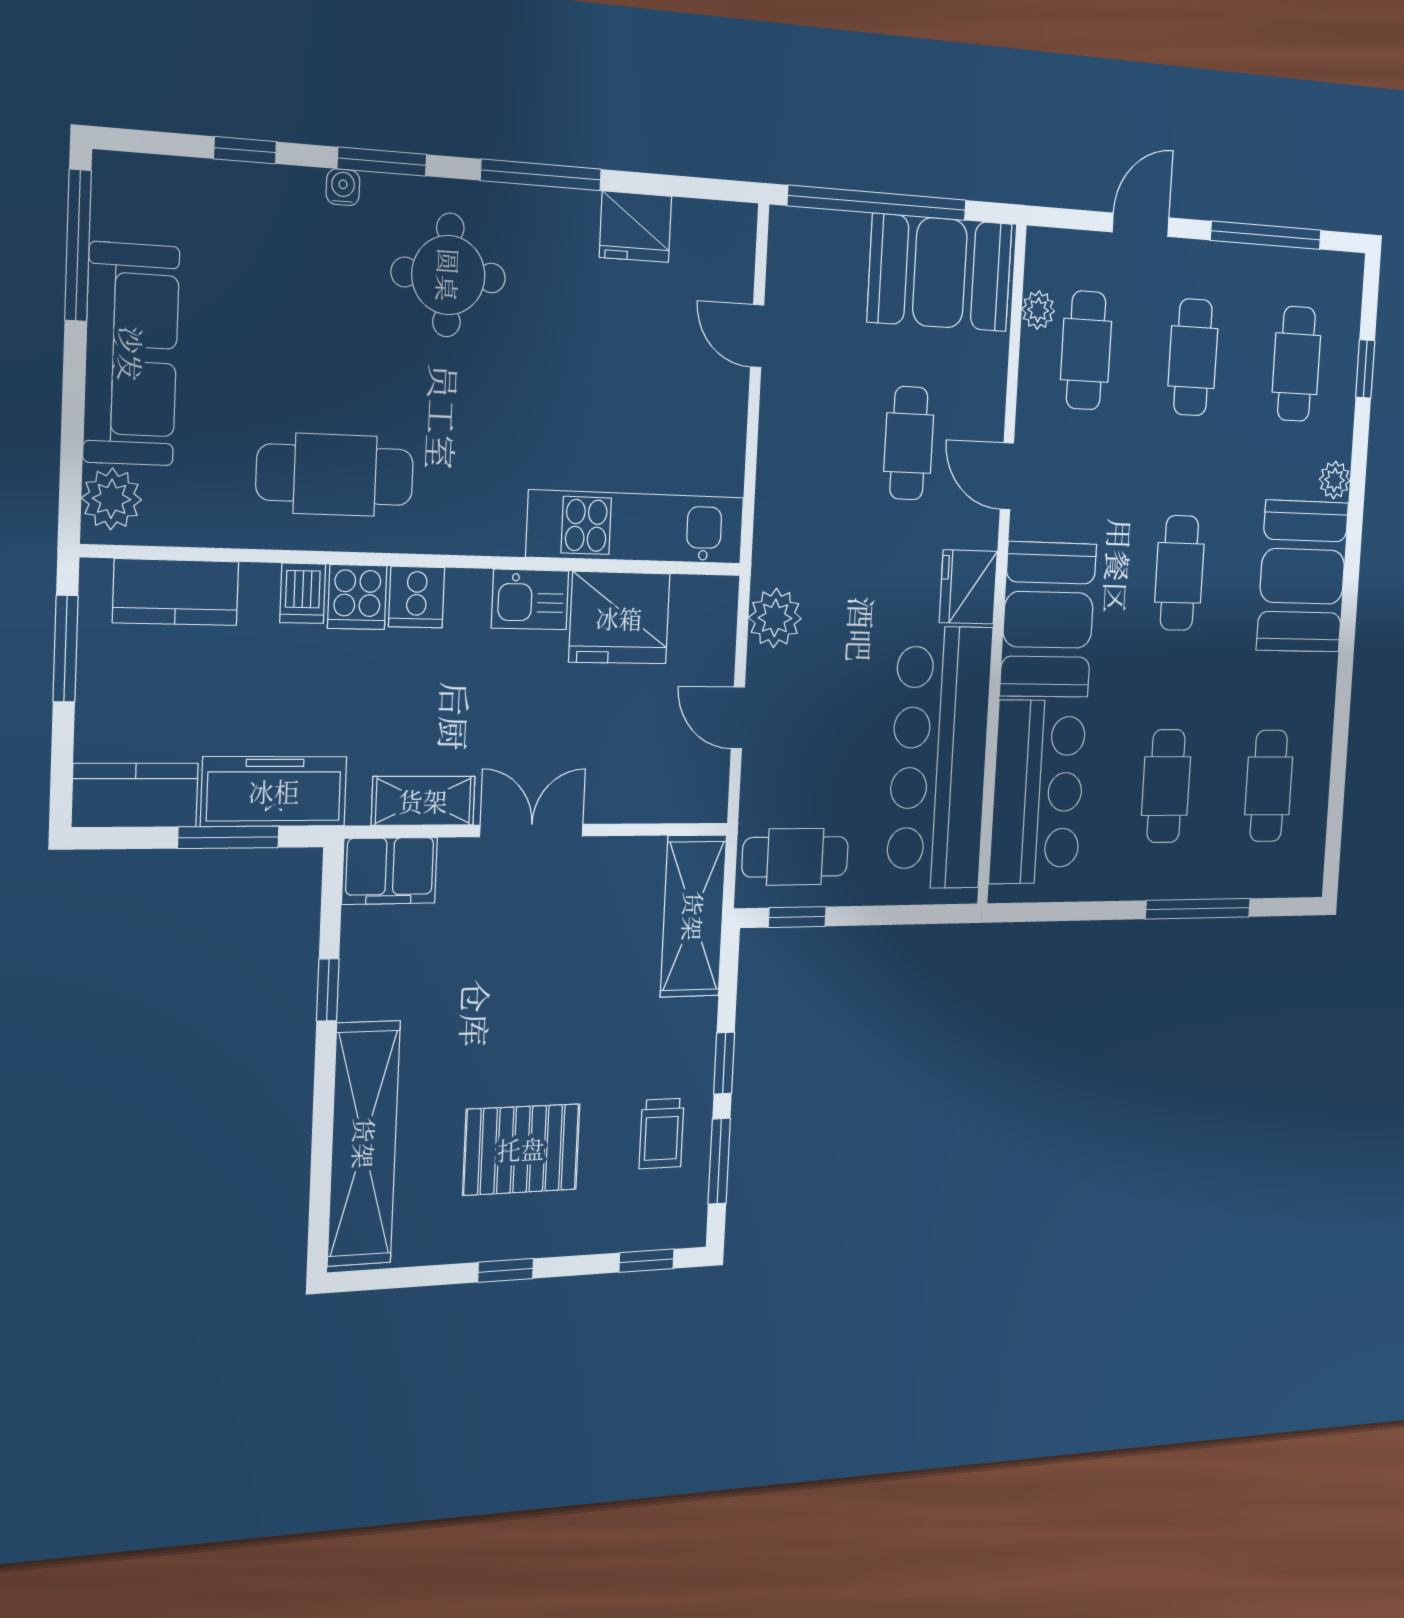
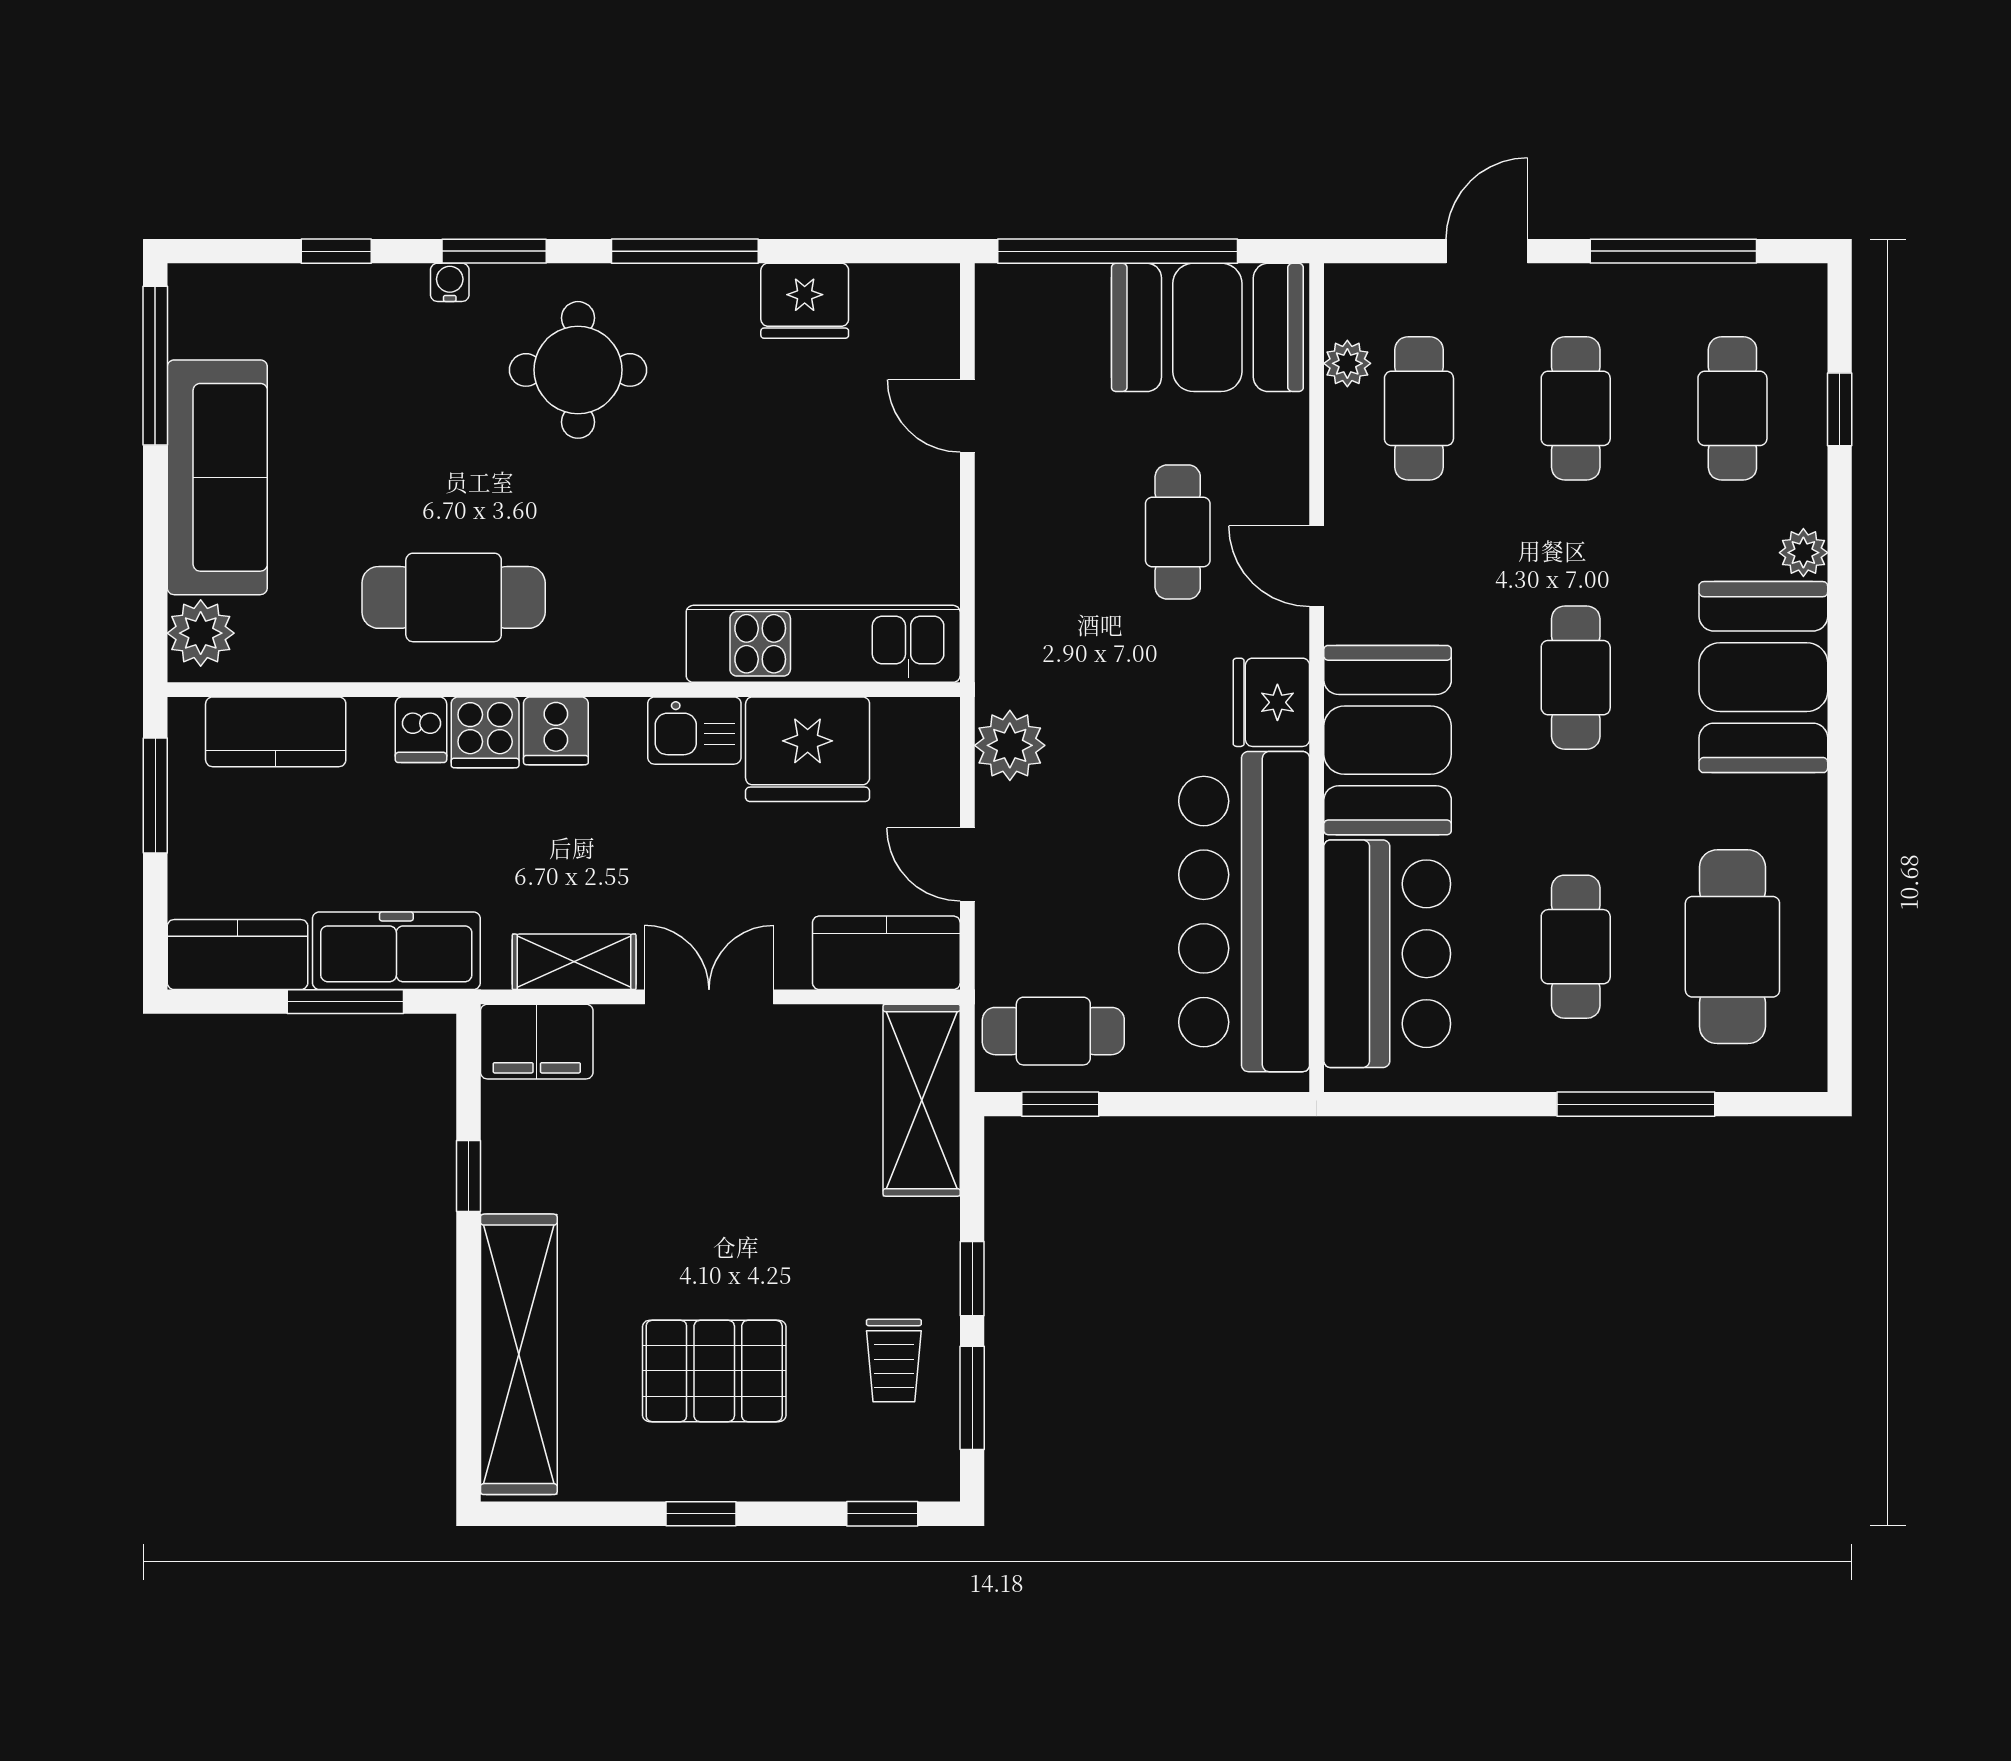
cafe table: (1269, 786) -> (1732, 947), width x1.37, depth x1.35
kitchen counter: (672, 792) -> (886, 953), added

